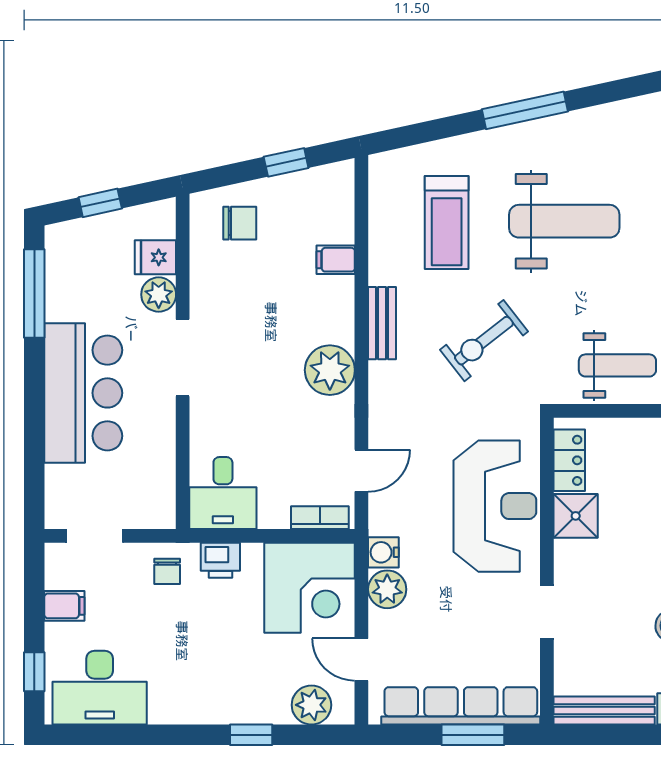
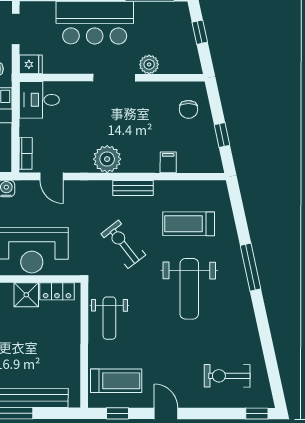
fridge: (155, 257) -> (31, 64), moved, turned 90

